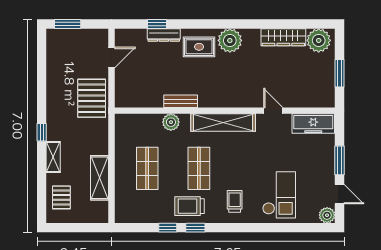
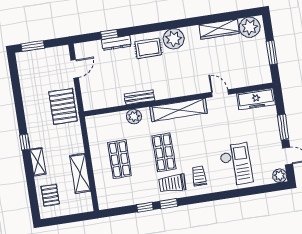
trolley: (190, 206) -> (172, 184), moved

